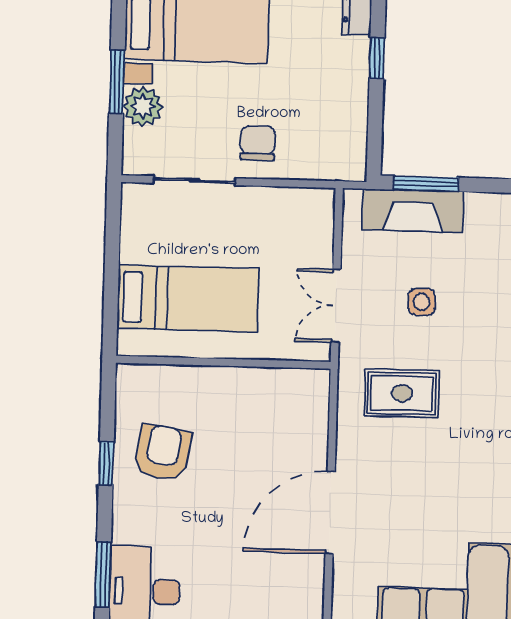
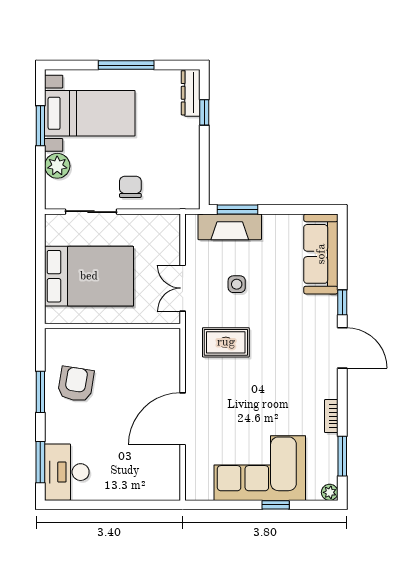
window: (377, 58) -> (204, 112), moved
window: (117, 82) -> (40, 126), moved
bed: (188, 298) -> (89, 276), width x1.50
window: (106, 463) -> (40, 392), width x1.50

